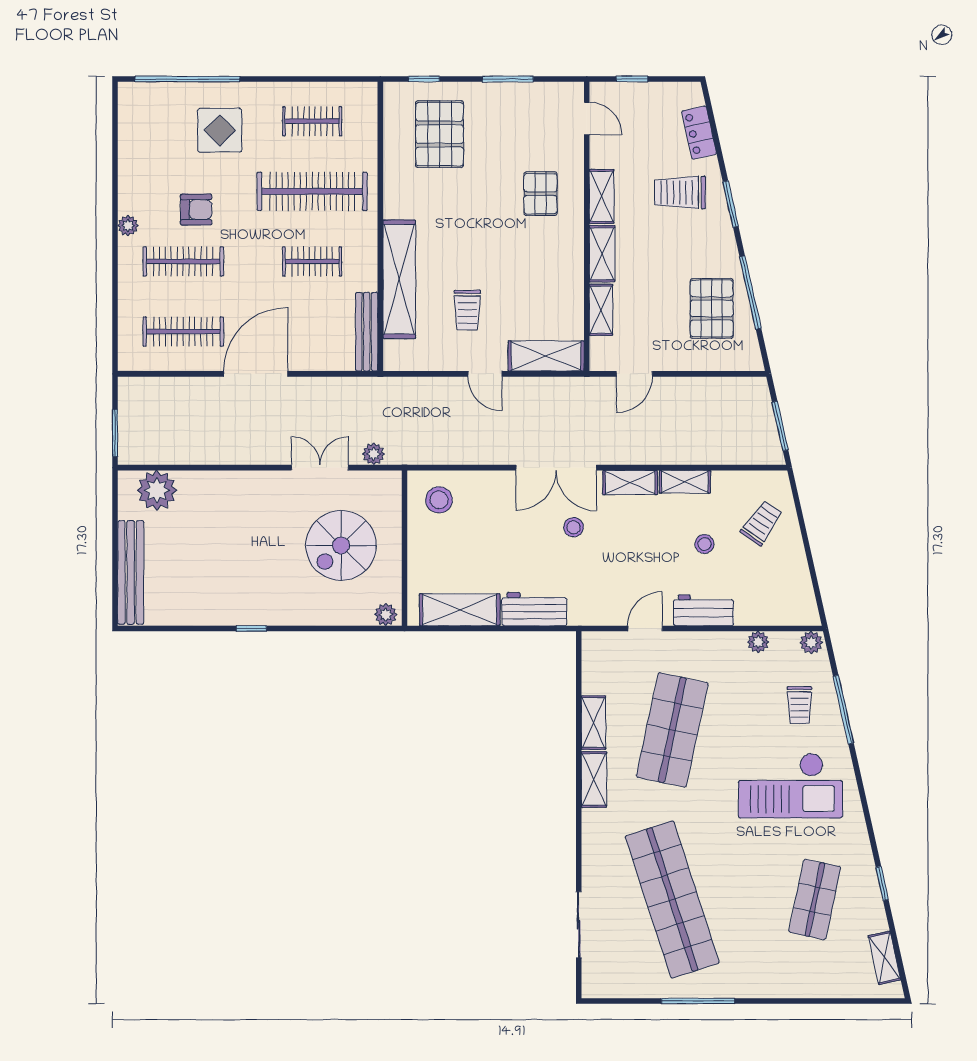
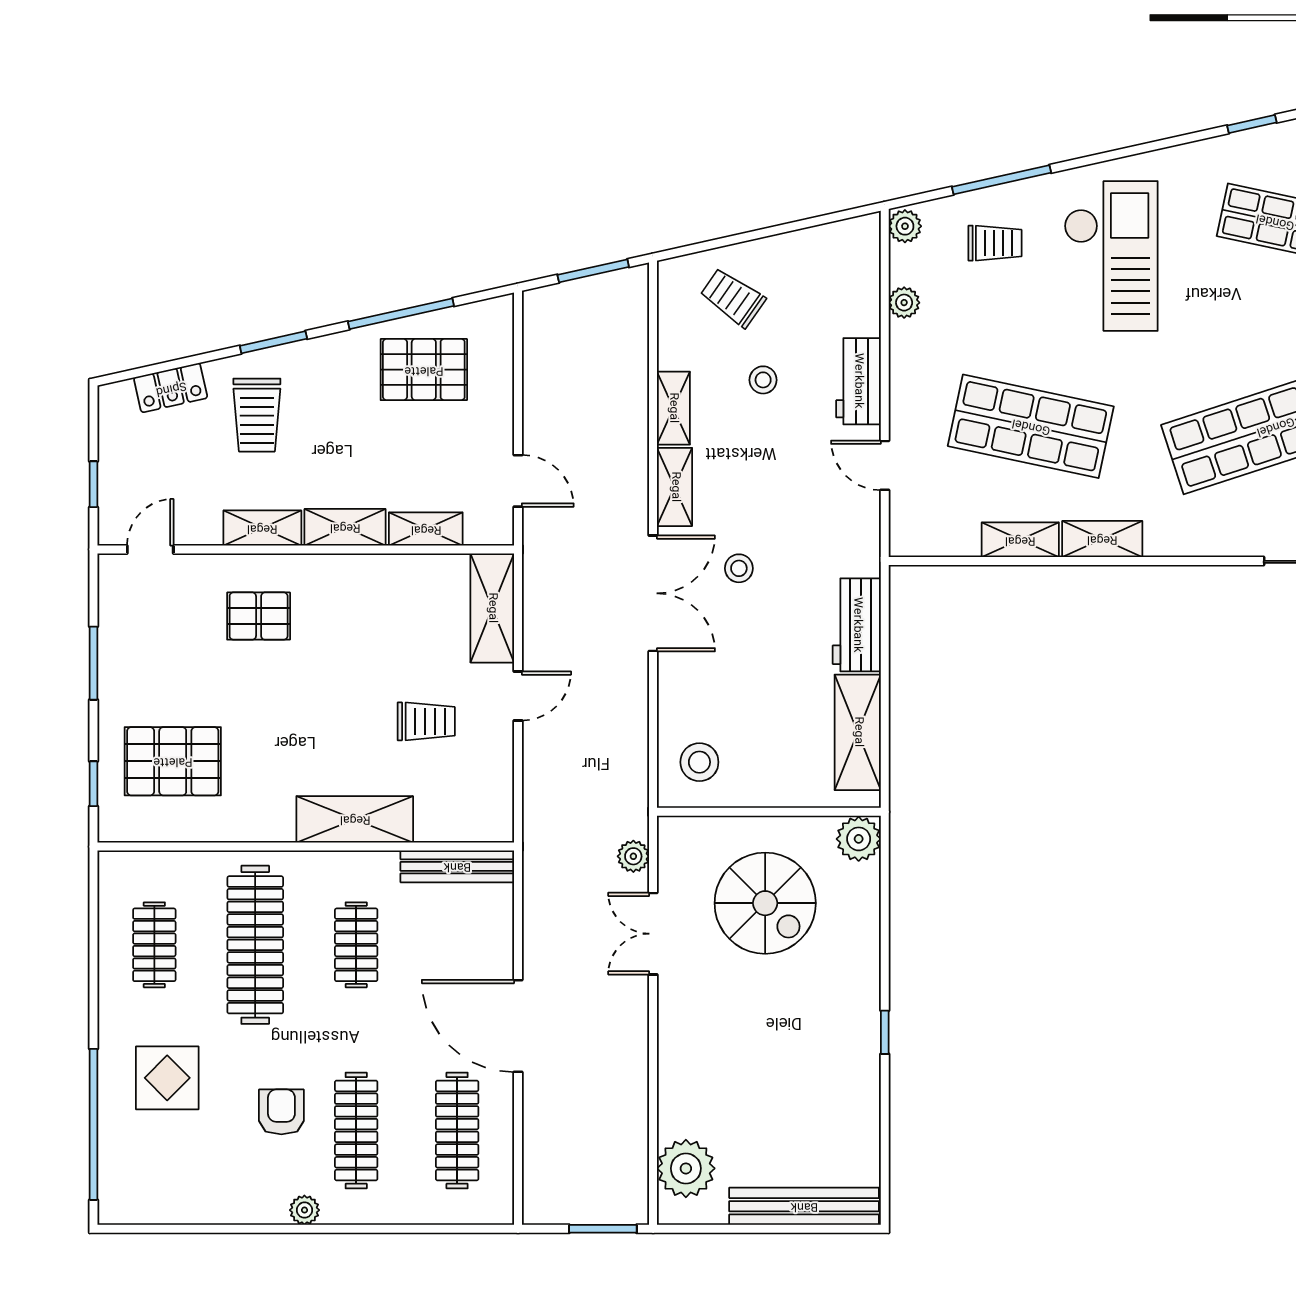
shelving: (399, 279) -> (355, 819), width x0.68
plant: (386, 615) -> (859, 839), width x1.38, depth x1.38

